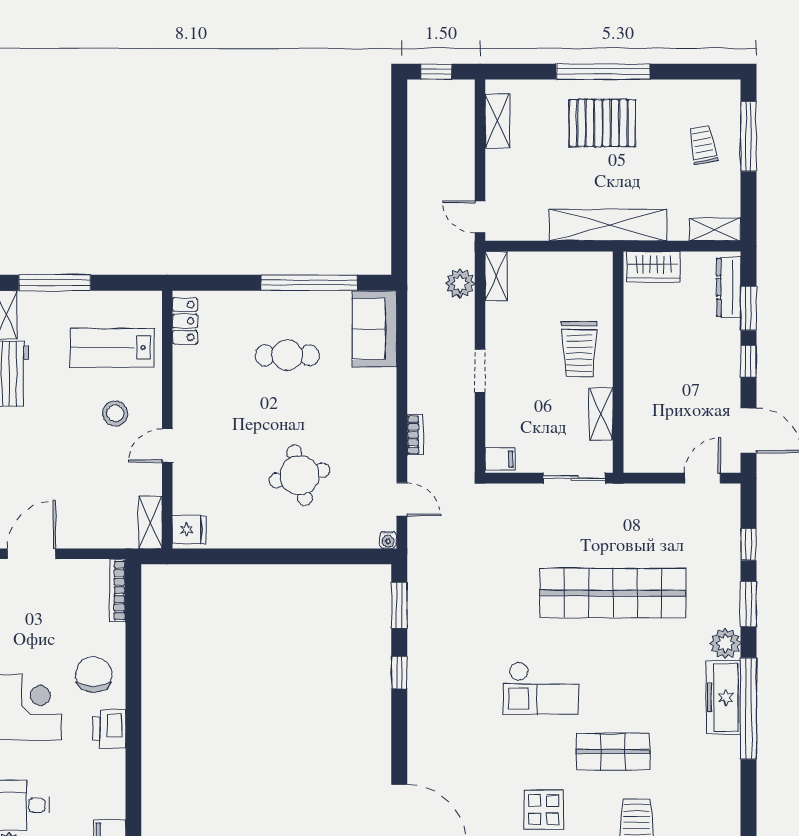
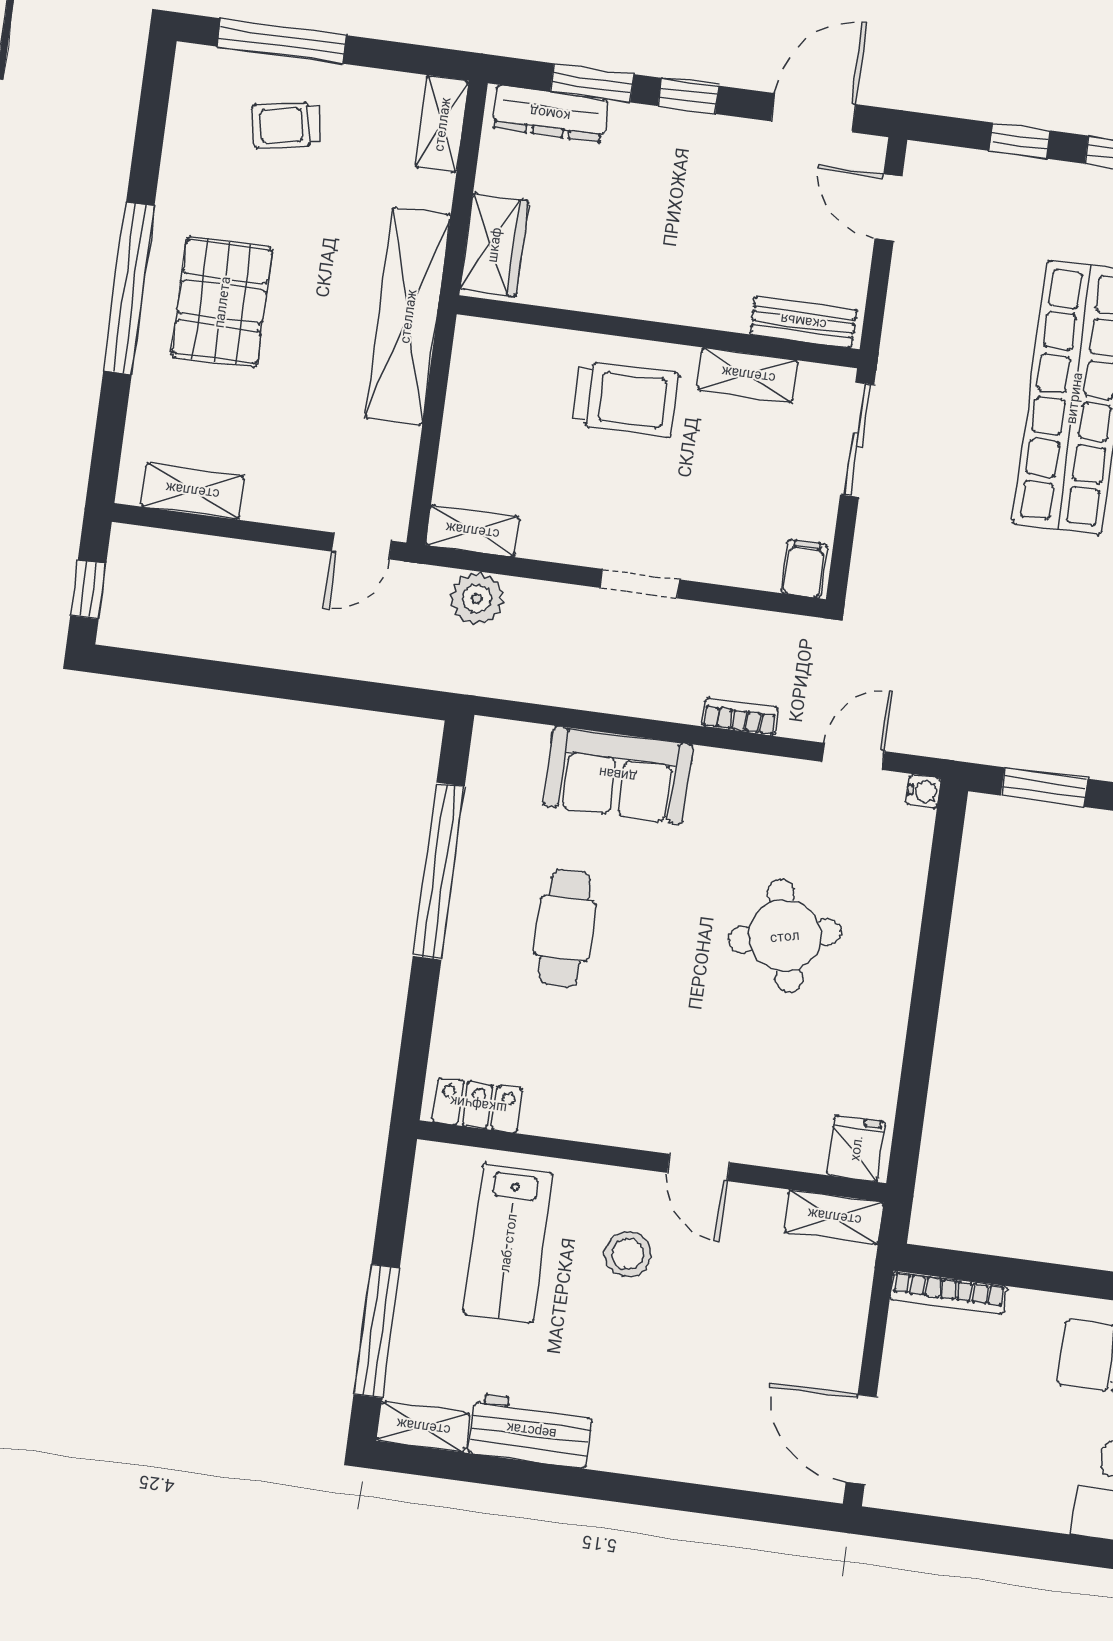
sofa: (374, 329) -> (618, 775), moved
bench: (634, 440) -> (803, 322), added

